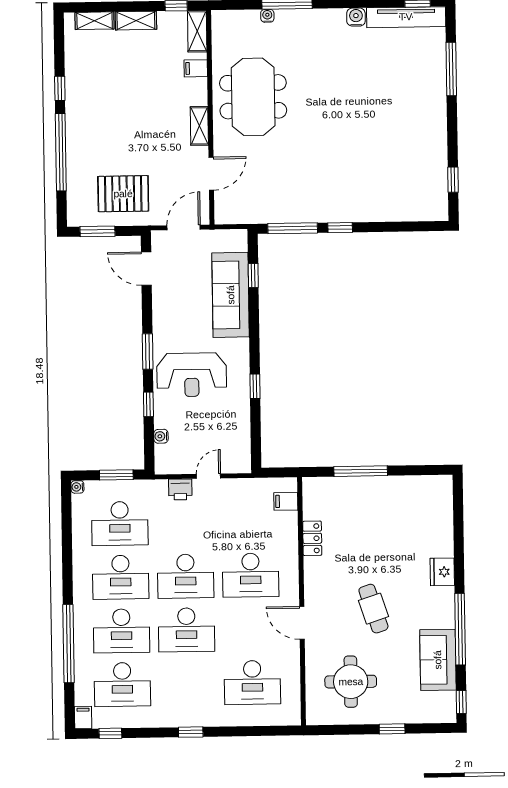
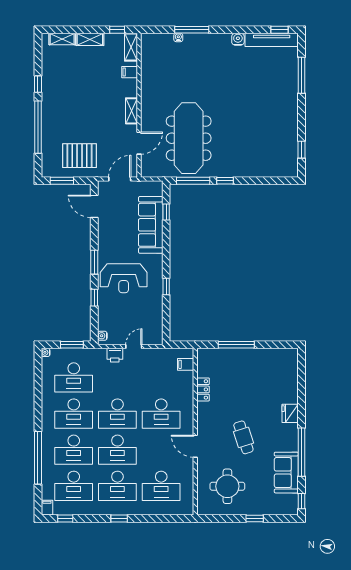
meeting table: (253, 97) -> (189, 138), moved, width x1.36
water cooler: (161, 436) -> (102, 336), moved
desk: (187, 684) -> (117, 486), added

